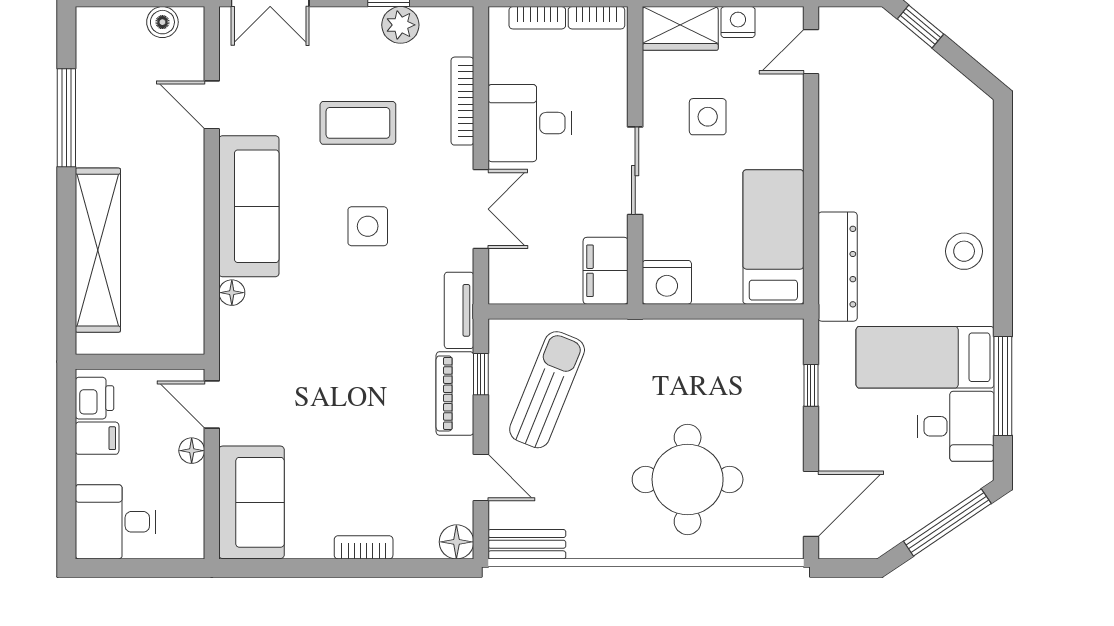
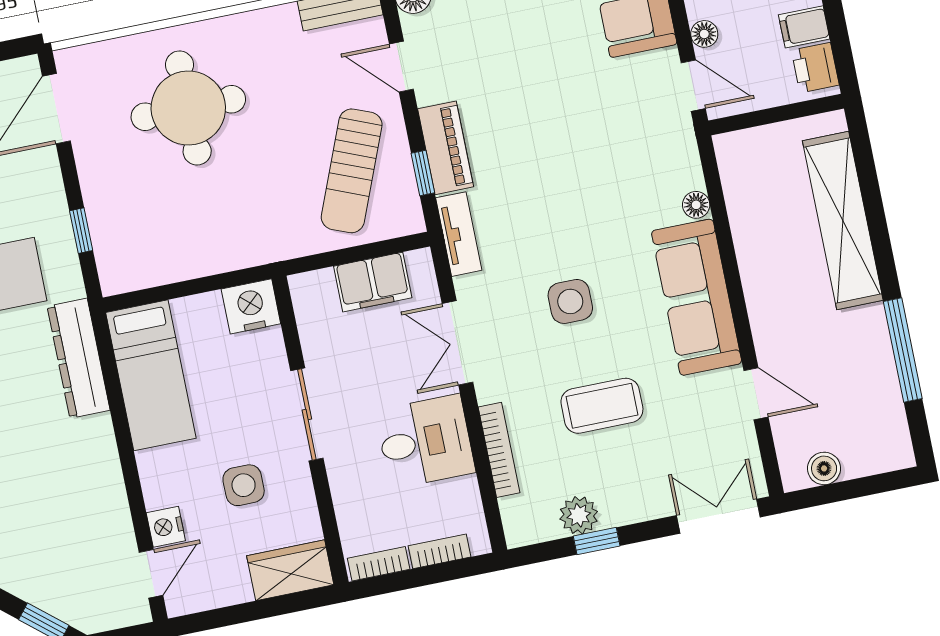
nightstand: (738, 22) -> (166, 527), moved, turned 90
filing cabinet: (606, 271) -> (373, 282), moved, turned 90

